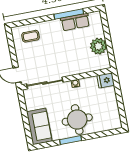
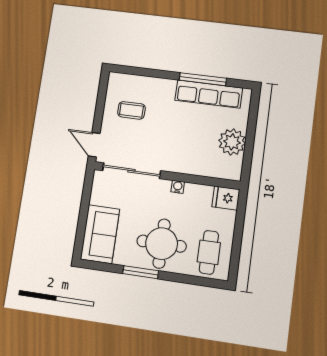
row of seats: (75, 22) -> (209, 94), width x1.48
coffee table: (31, 36) -> (131, 110), moved
cafe table: (106, 115) -> (209, 252), added

